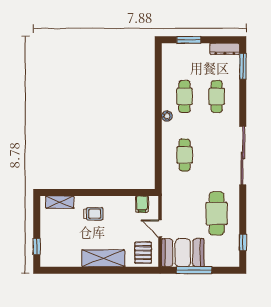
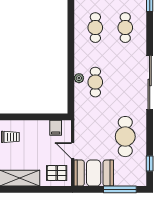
plant: (167, 116) -> (79, 78), moved
pallet: (143, 253) -> (57, 173), turned 90
window: (194, 270) -> (120, 189), moved

